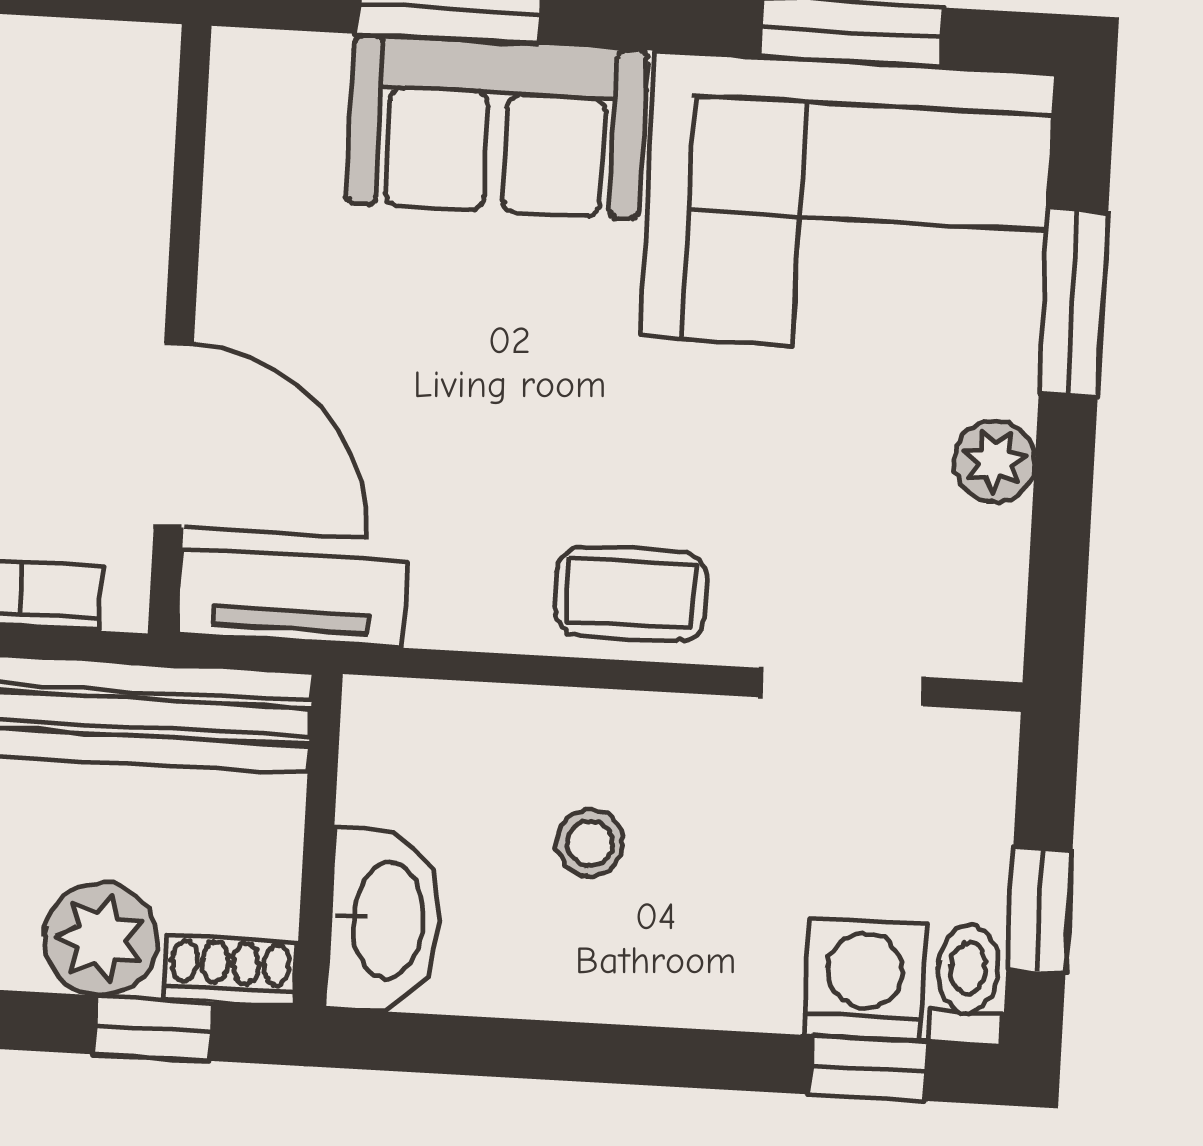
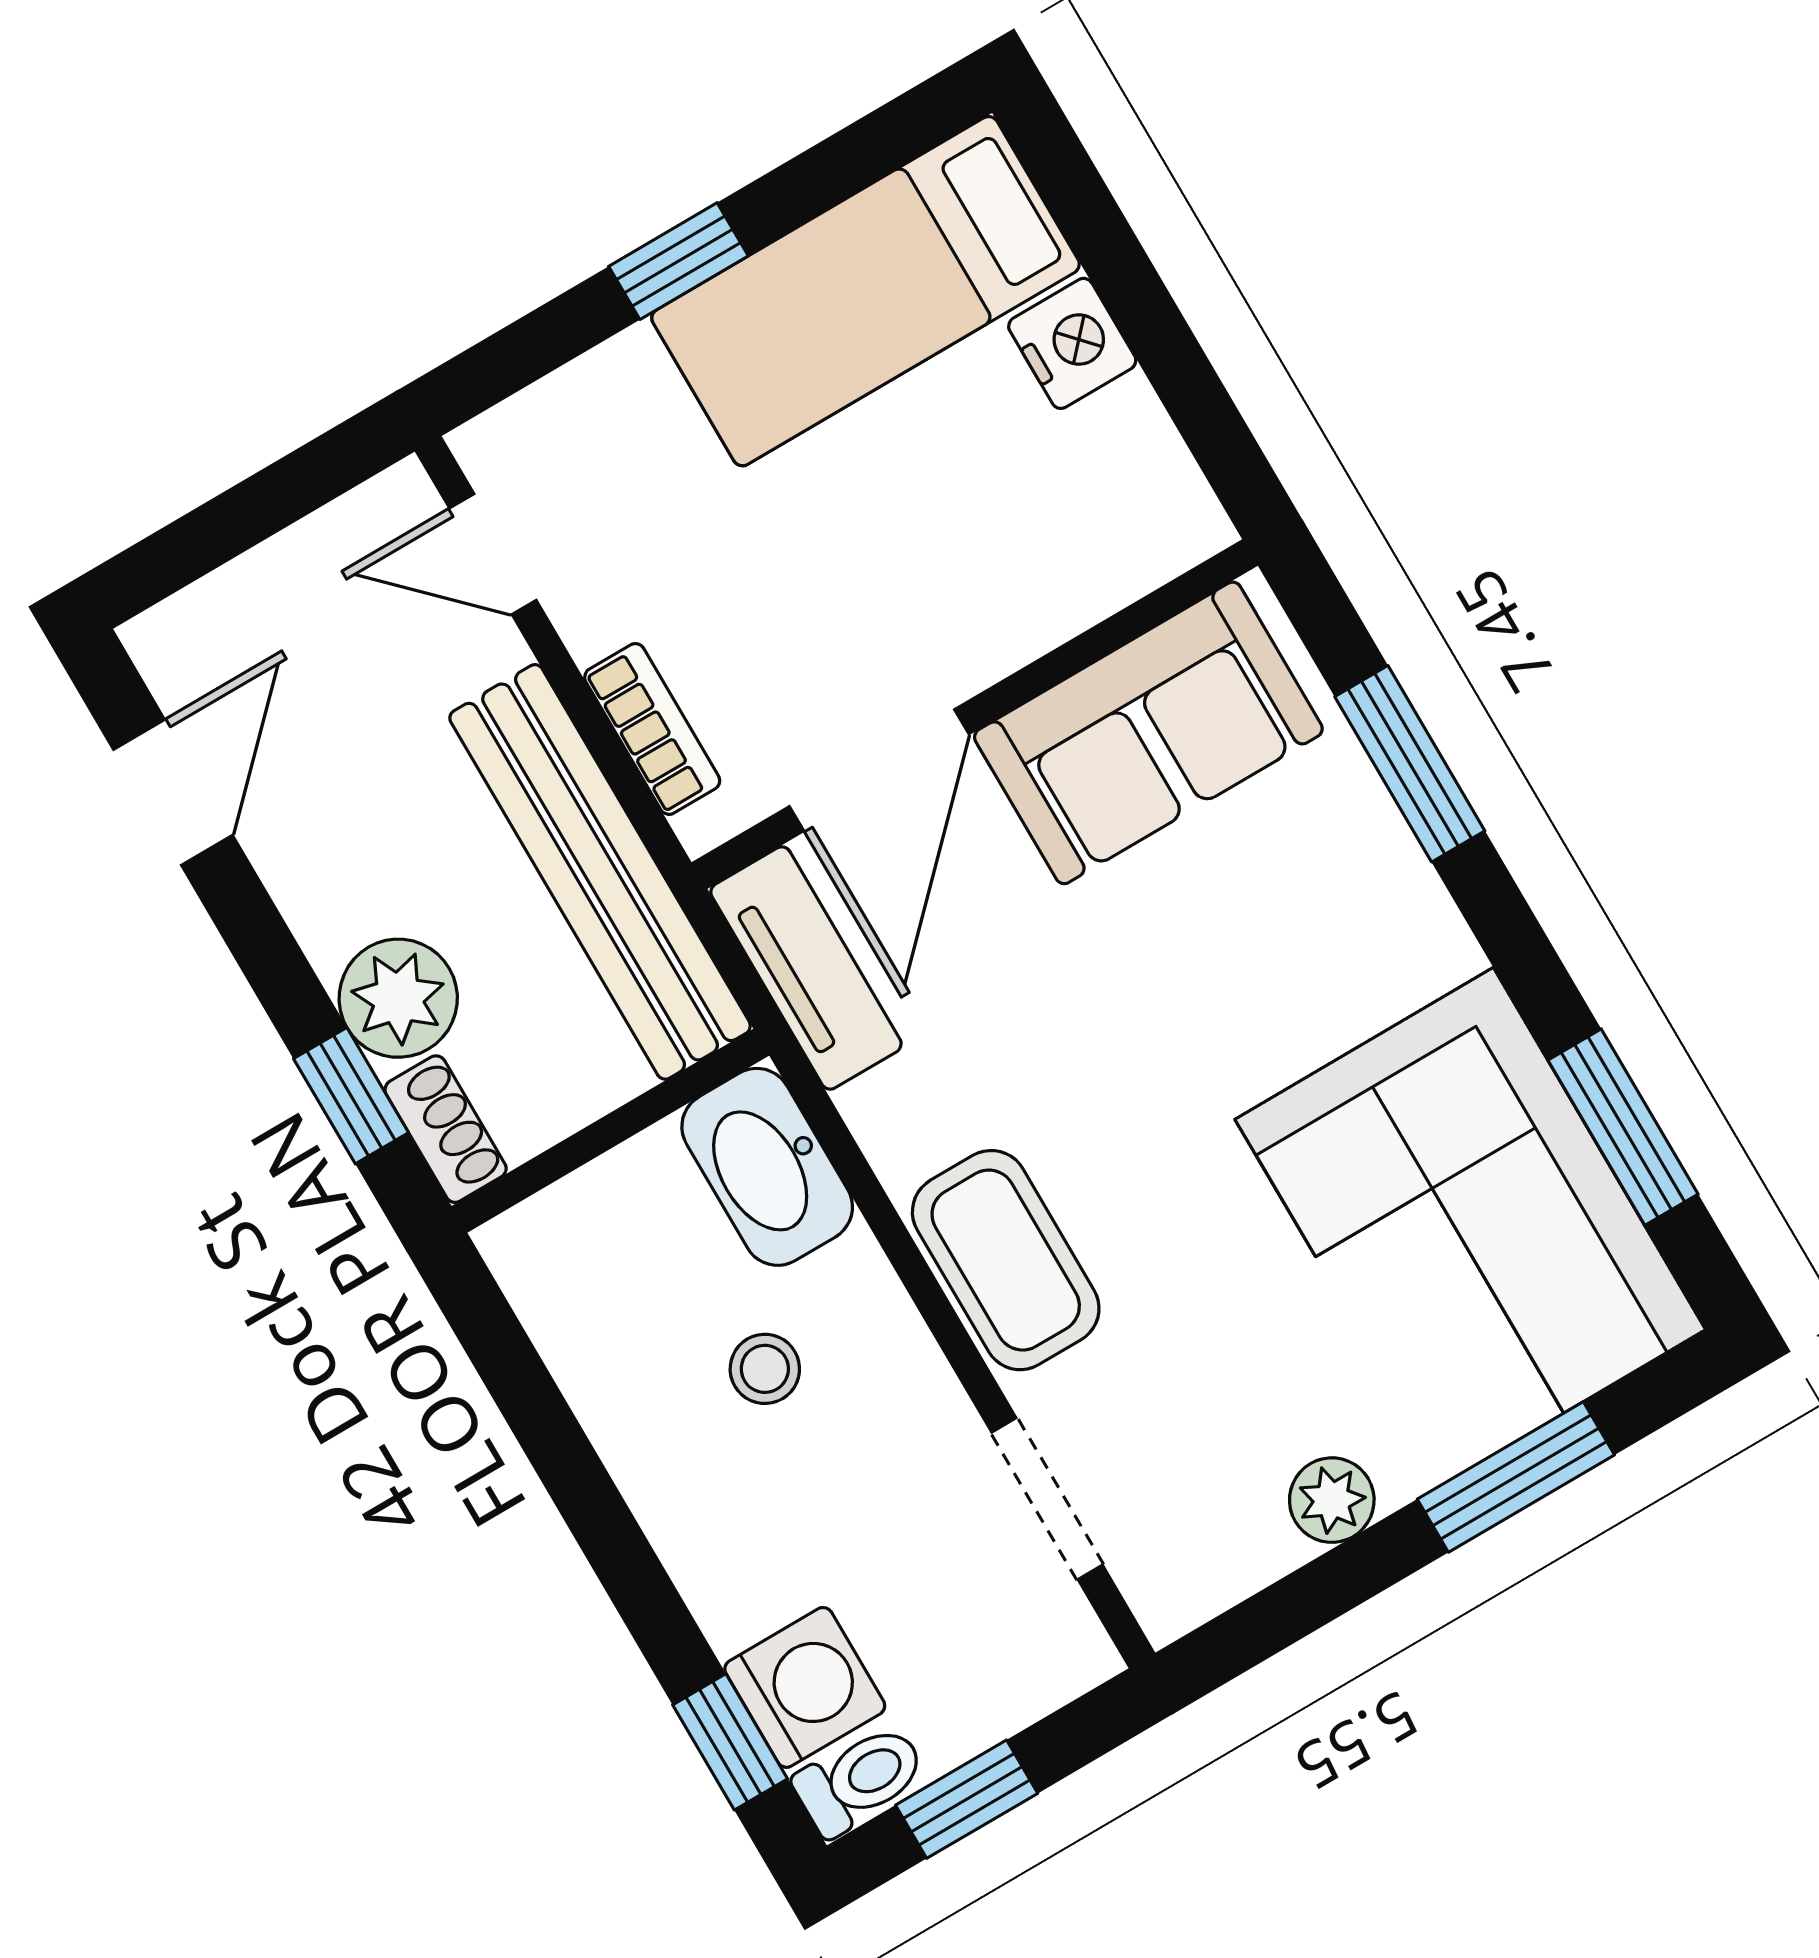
sofa: (497, 127) -> (1148, 733), moved, turned -90
coffee table: (631, 594) -> (1006, 1260), width x1.36, depth x1.30
washbasin: (385, 921) -> (767, 1167), moved, turned 90

